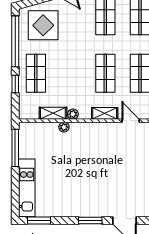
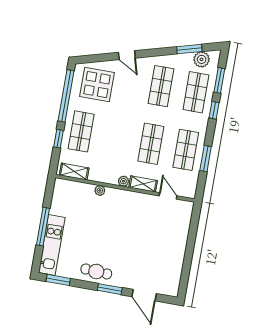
shelving: (53, 113) -> (74, 172), moved
plant: (73, 114) -> (123, 181), moved
window: (15, 148) -> (43, 227), moved
cafe table: (74, 206) -> (96, 271), added

